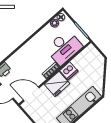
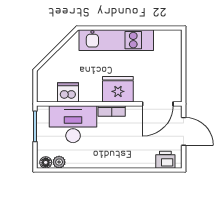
dishwasher: (69, 71) -> (68, 92), moved
door: (31, 94) -> (158, 104), hinge flipped

